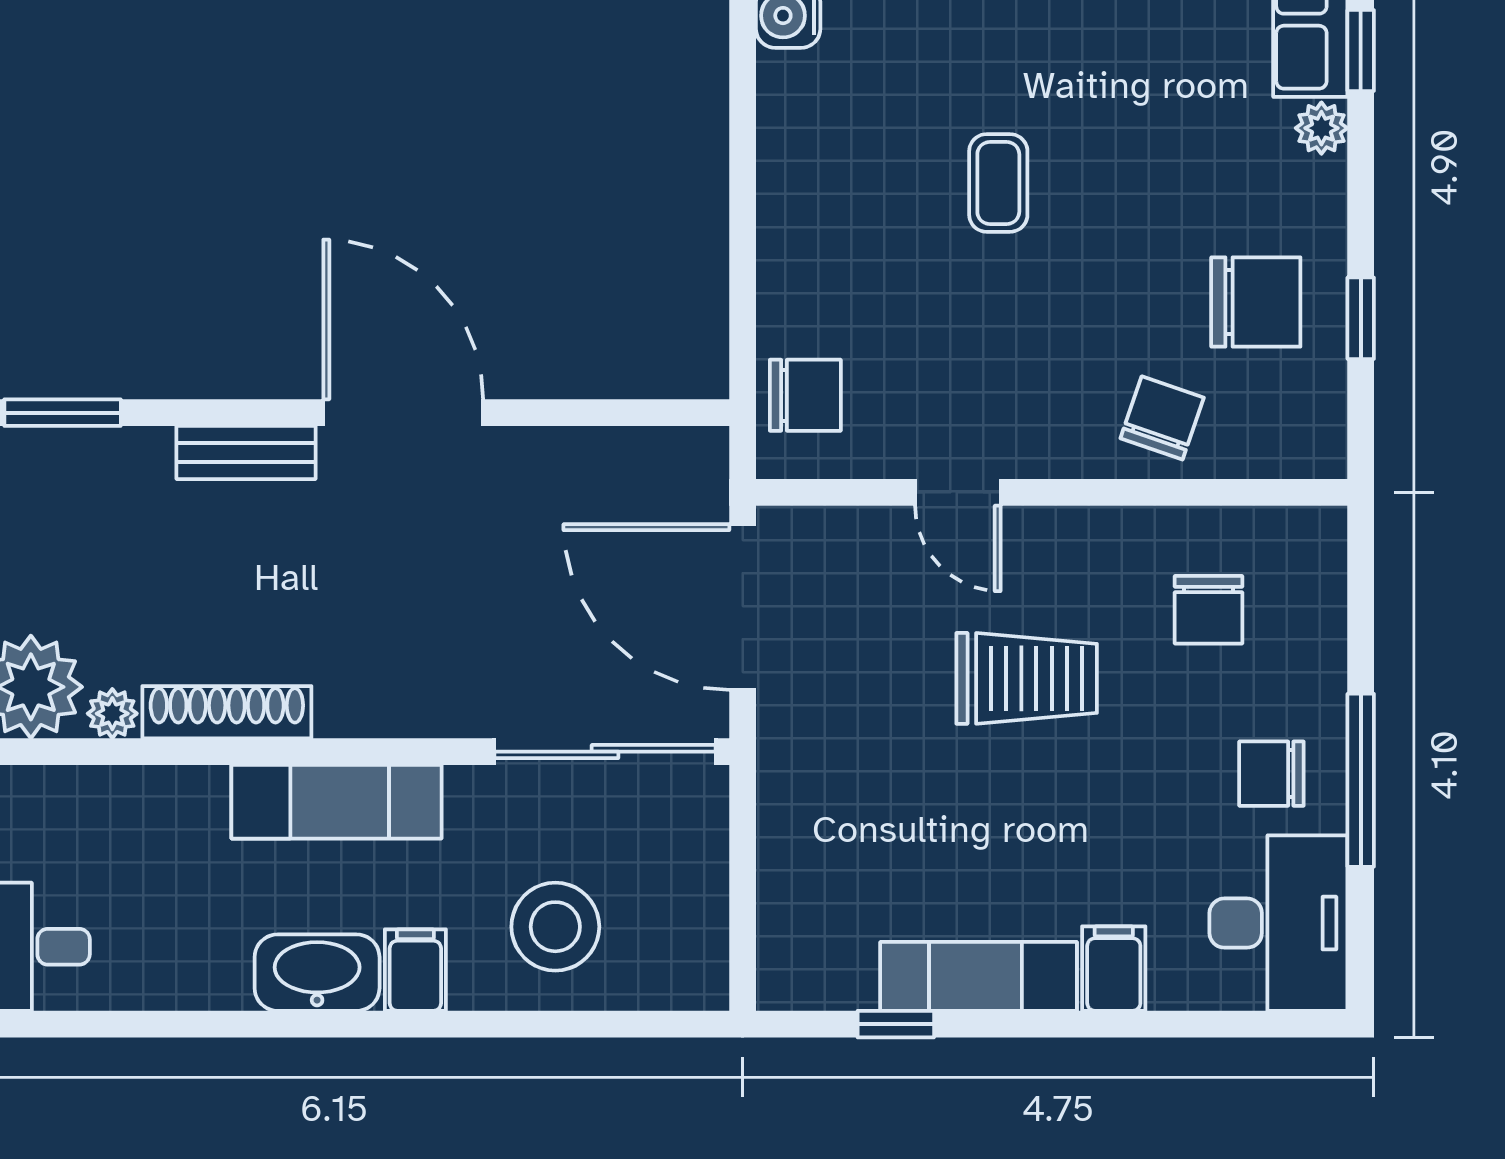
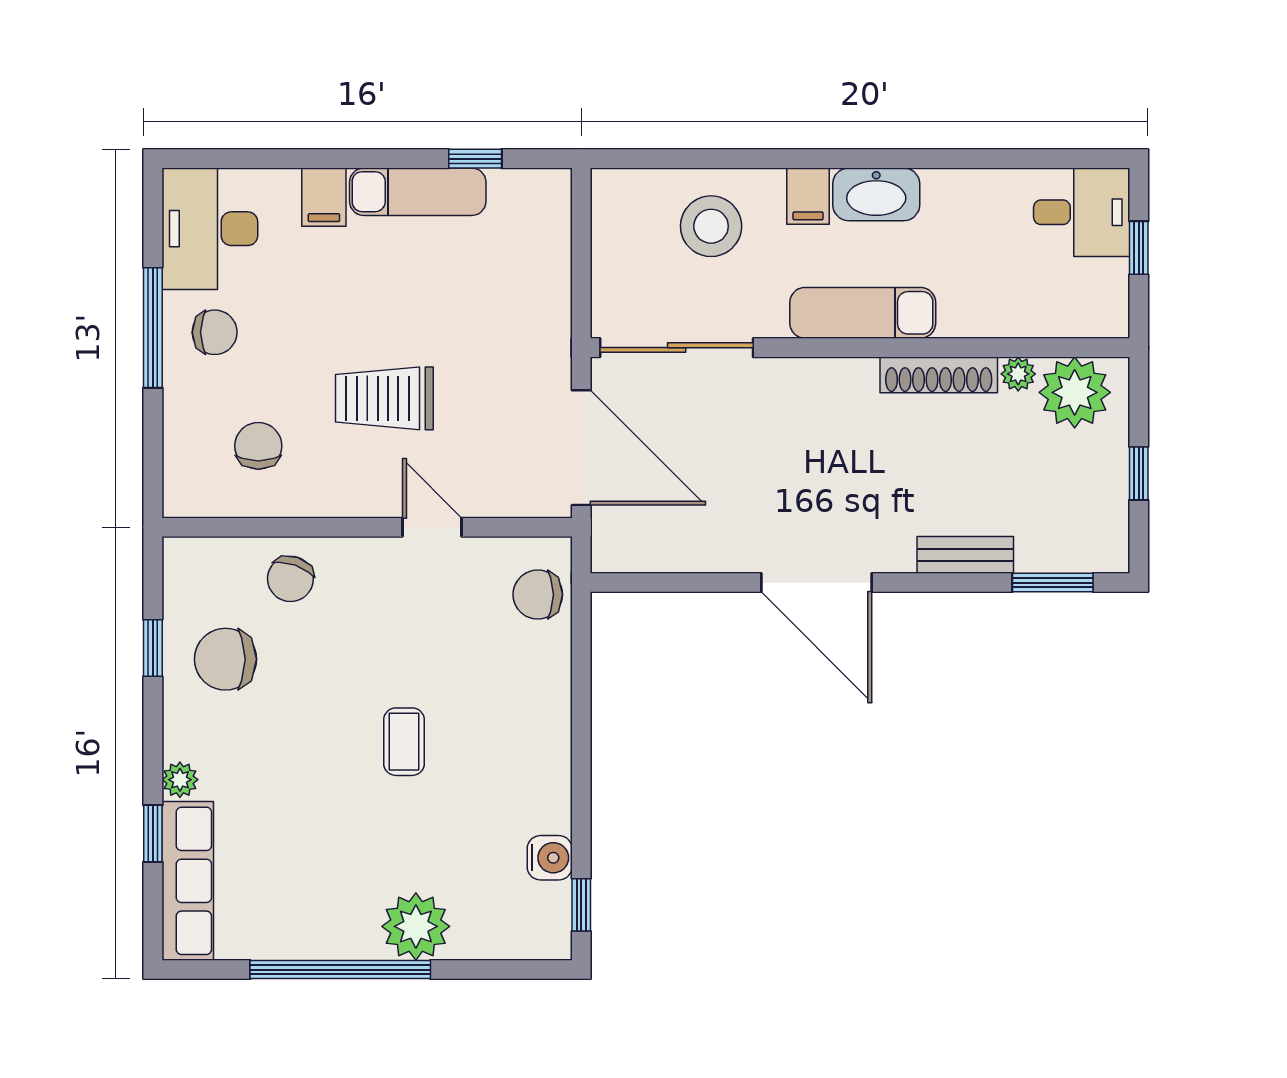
bench: (246, 452) -> (965, 555), moved

